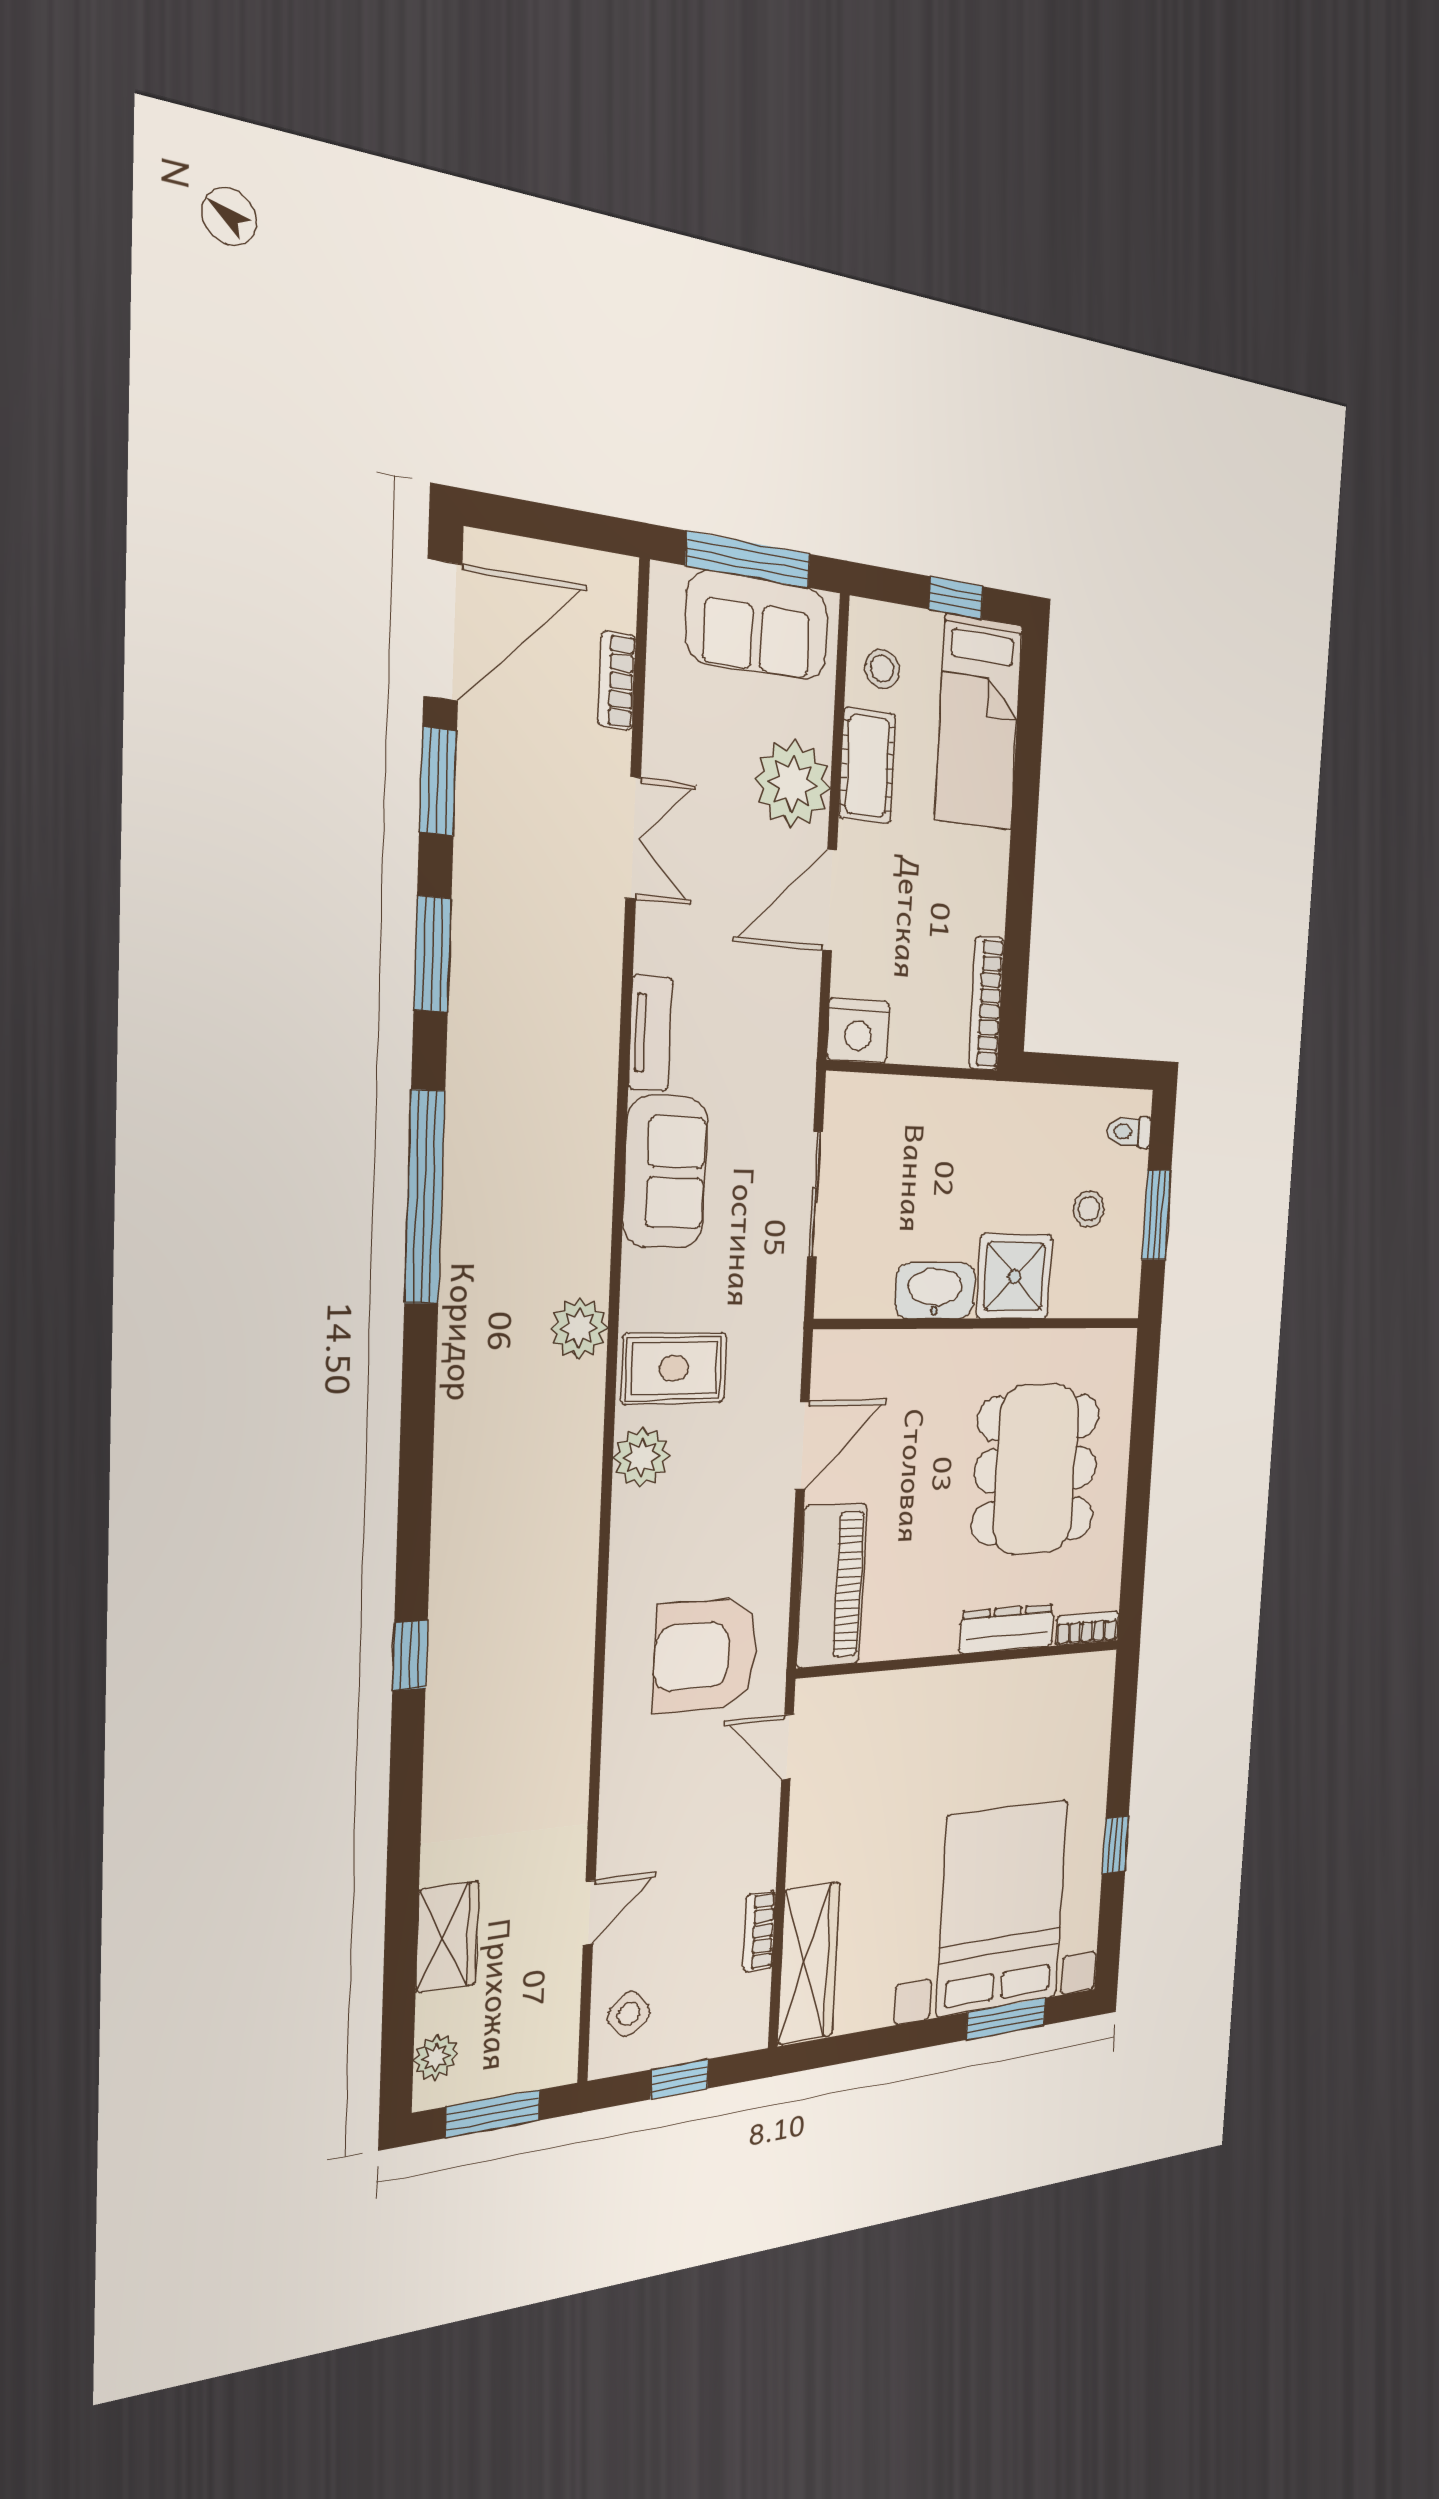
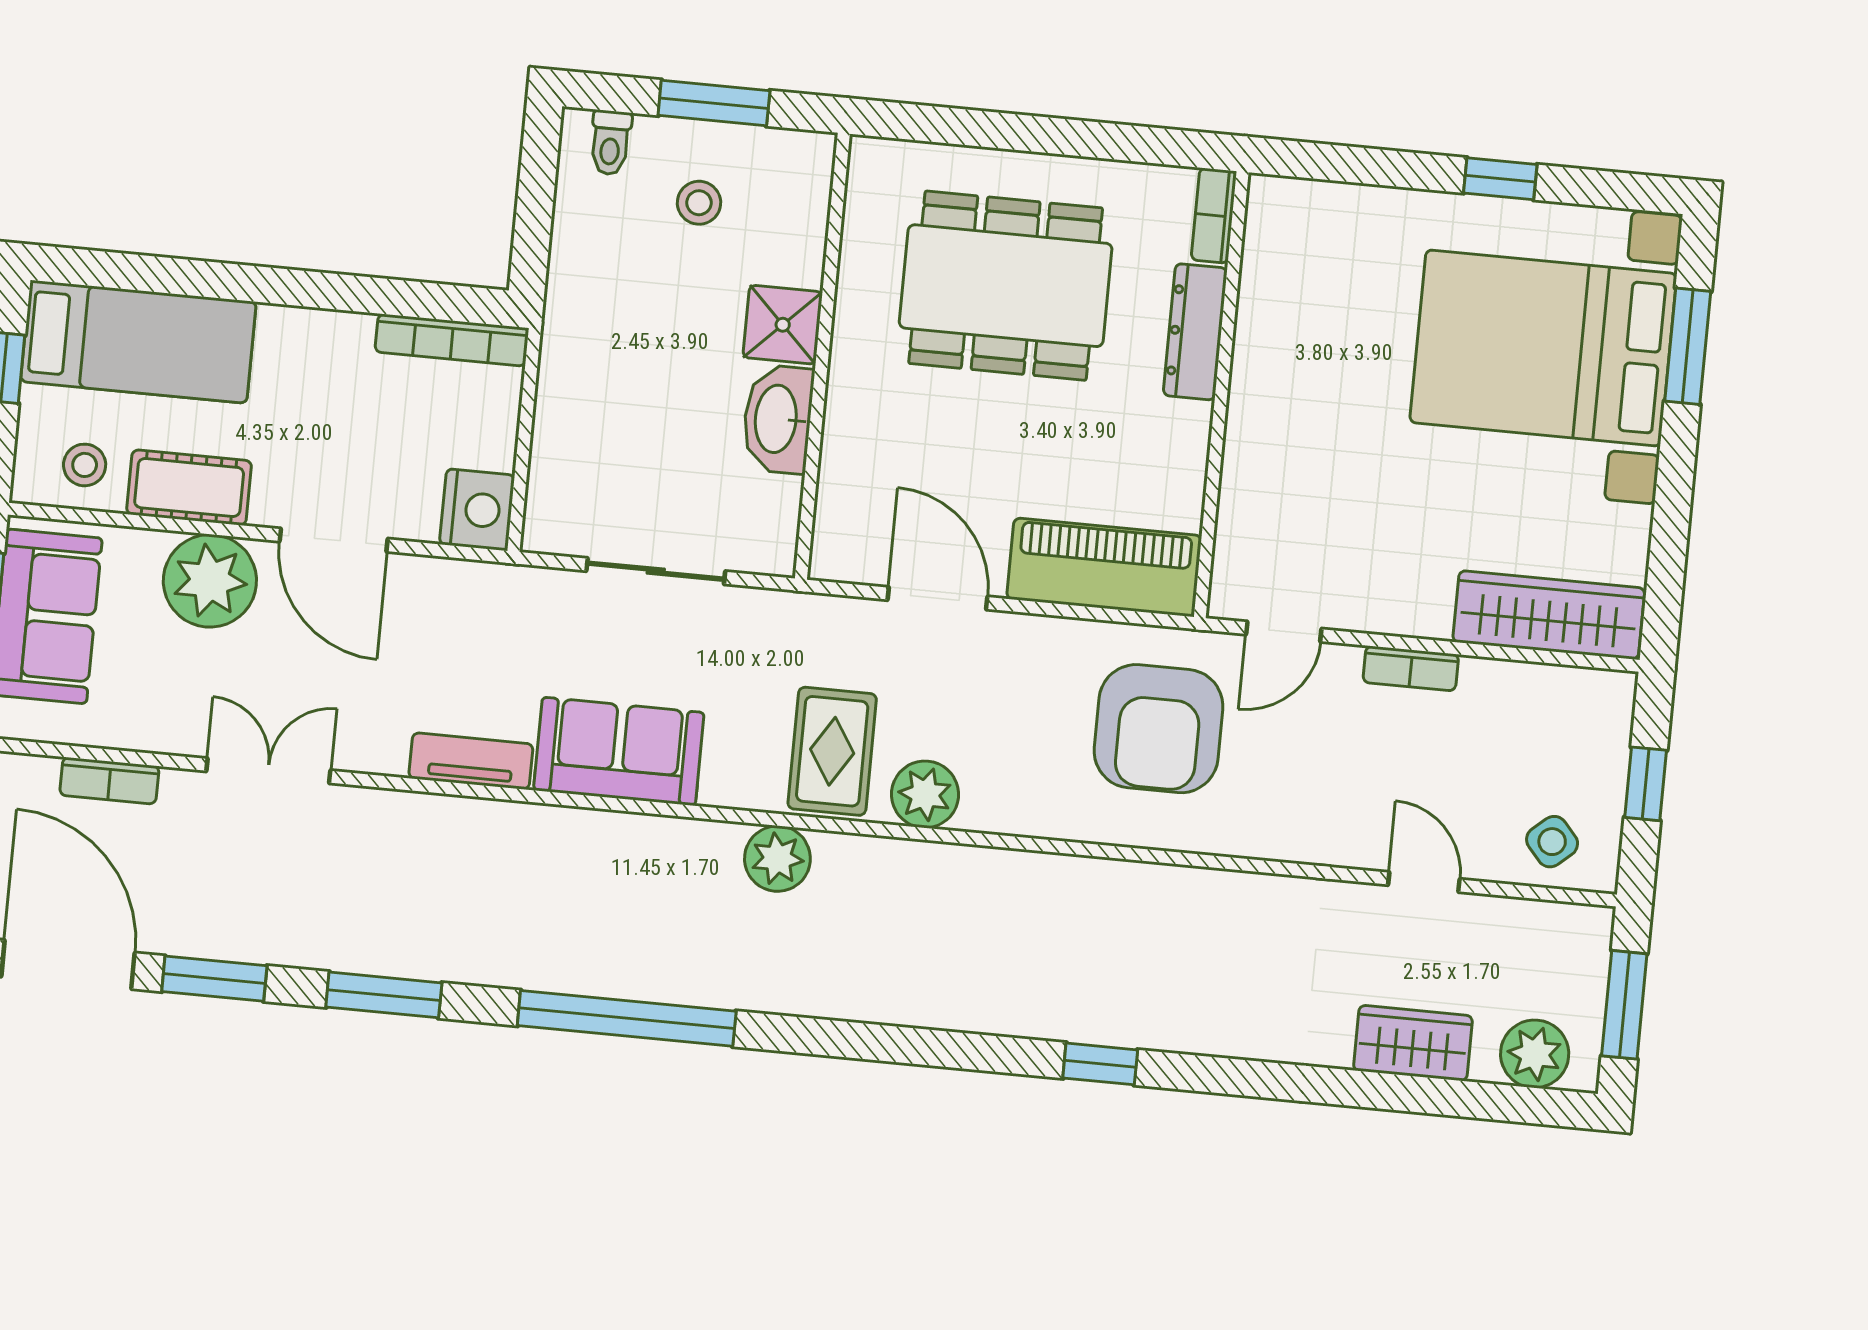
shower: (1014, 1276) -> (783, 325), width x0.73, depth x0.73
bookcase: (759, 1931) -> (1411, 668), moved
plant: (436, 2057) -> (1535, 1054), width x1.38, depth x1.38

